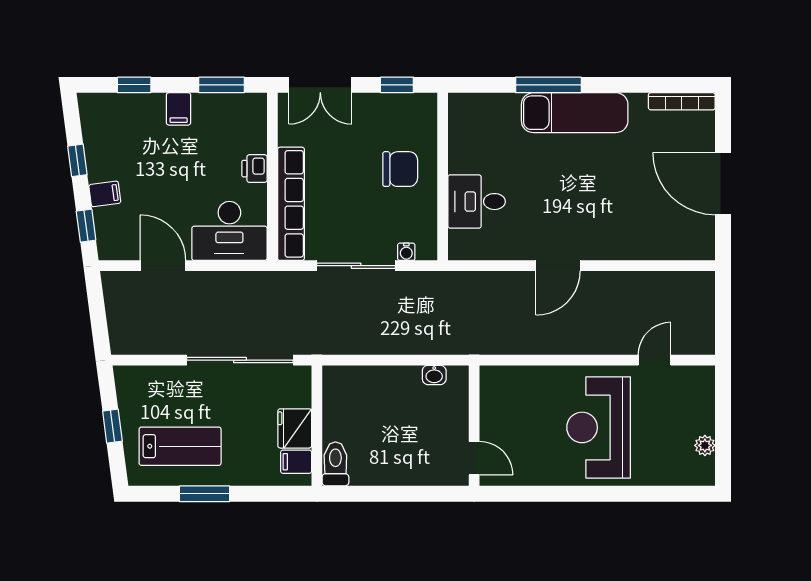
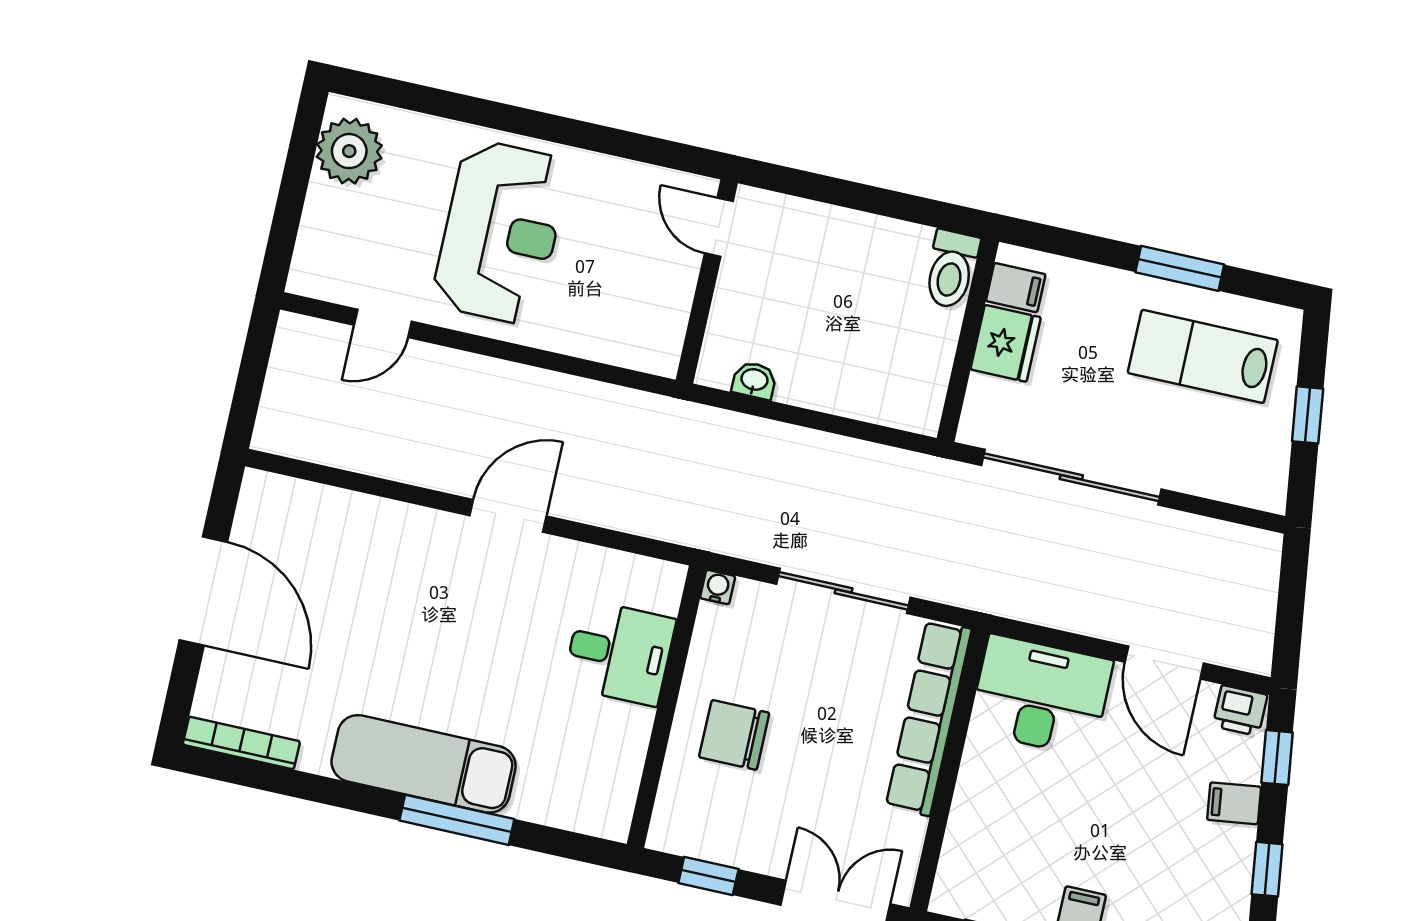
printer: (254, 169) -> (1240, 711), moved, turned 90
water cooler: (406, 252) -> (718, 587), moved
plant: (705, 445) -> (349, 151), width x1.88, depth x1.88

